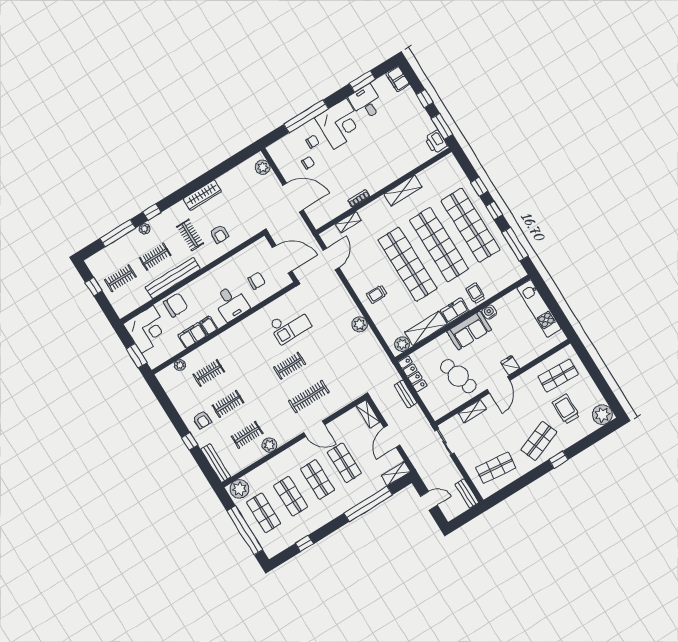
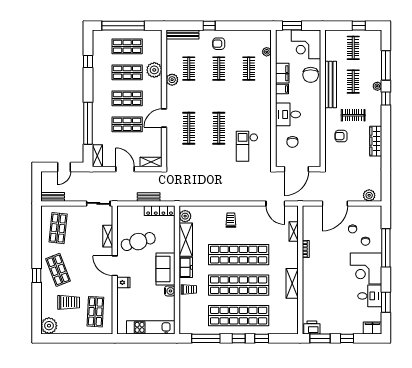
plant: (360, 324) -> (217, 195), removed
clothes rail: (290, 366) -> (219, 128), width x1.36
plant: (239, 489) -> (154, 70), moved

